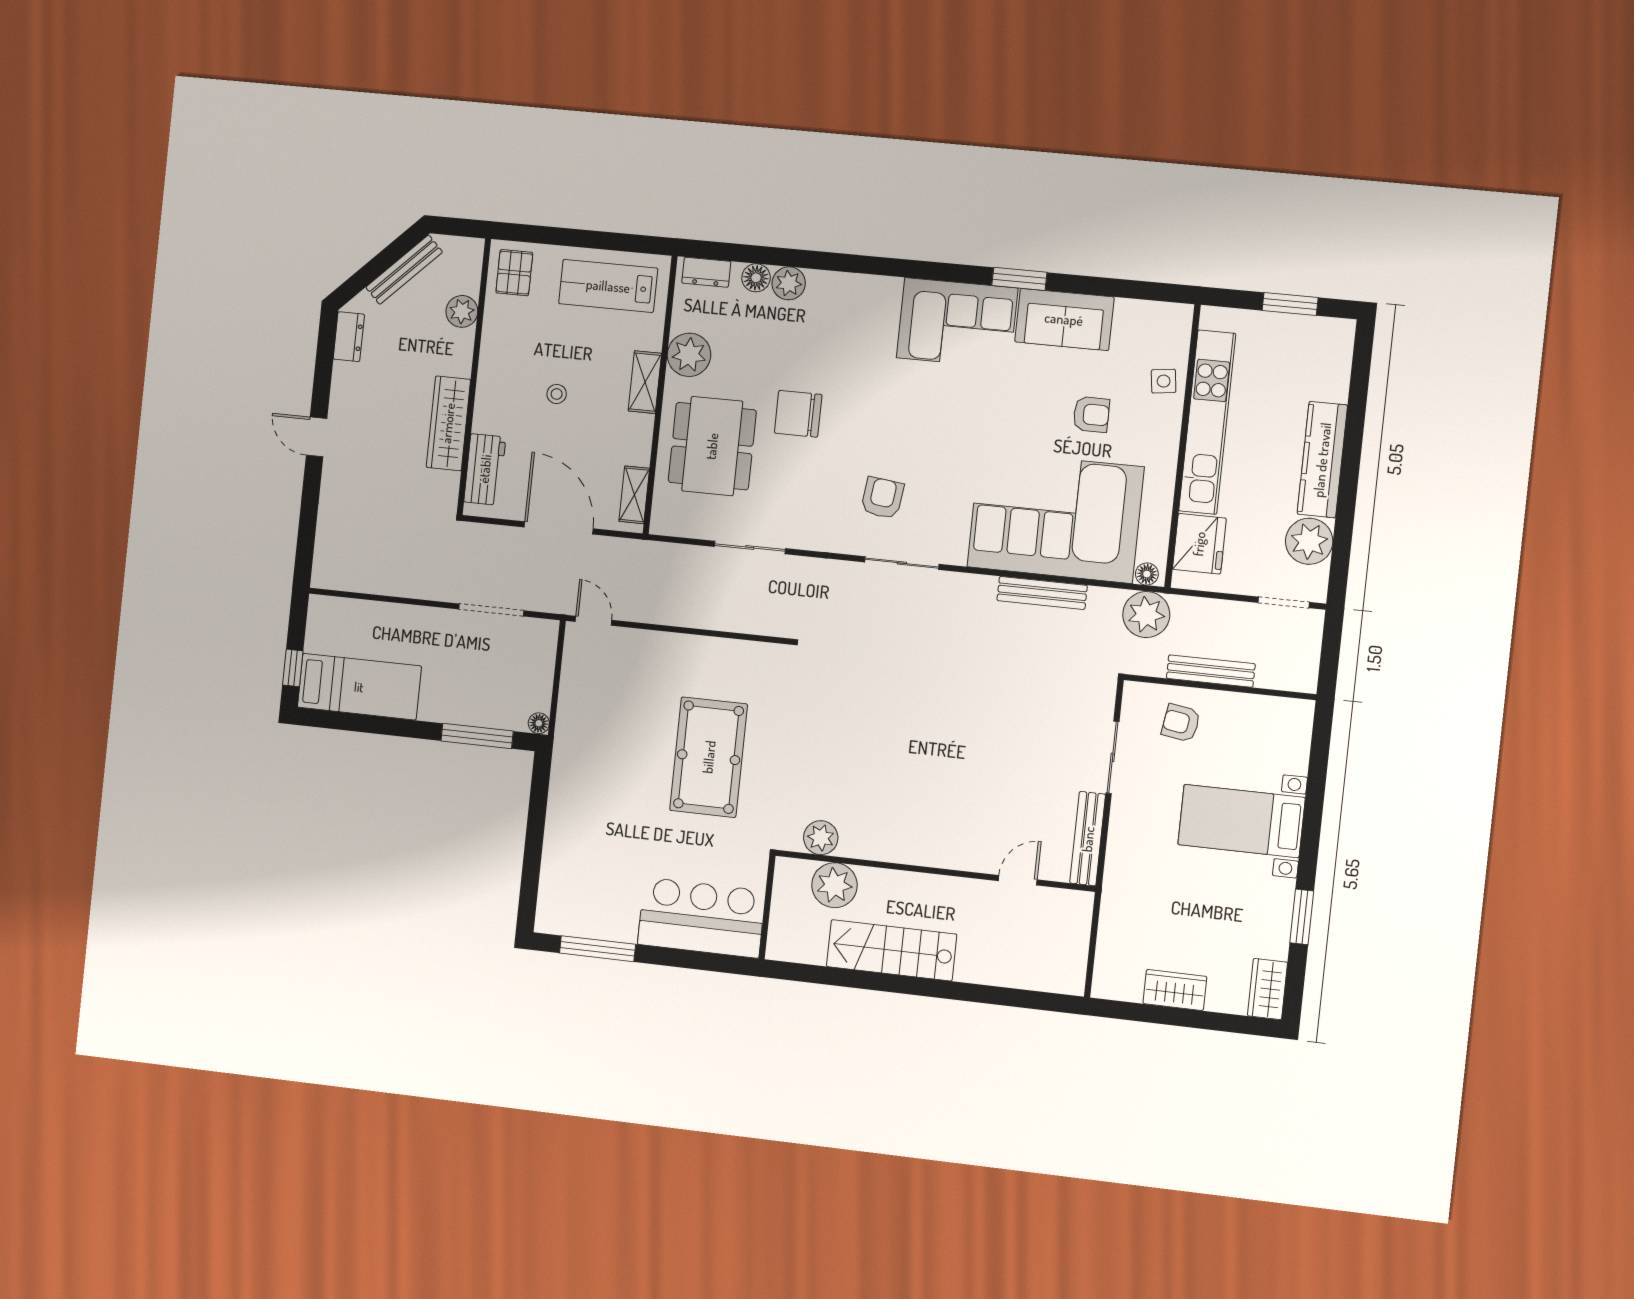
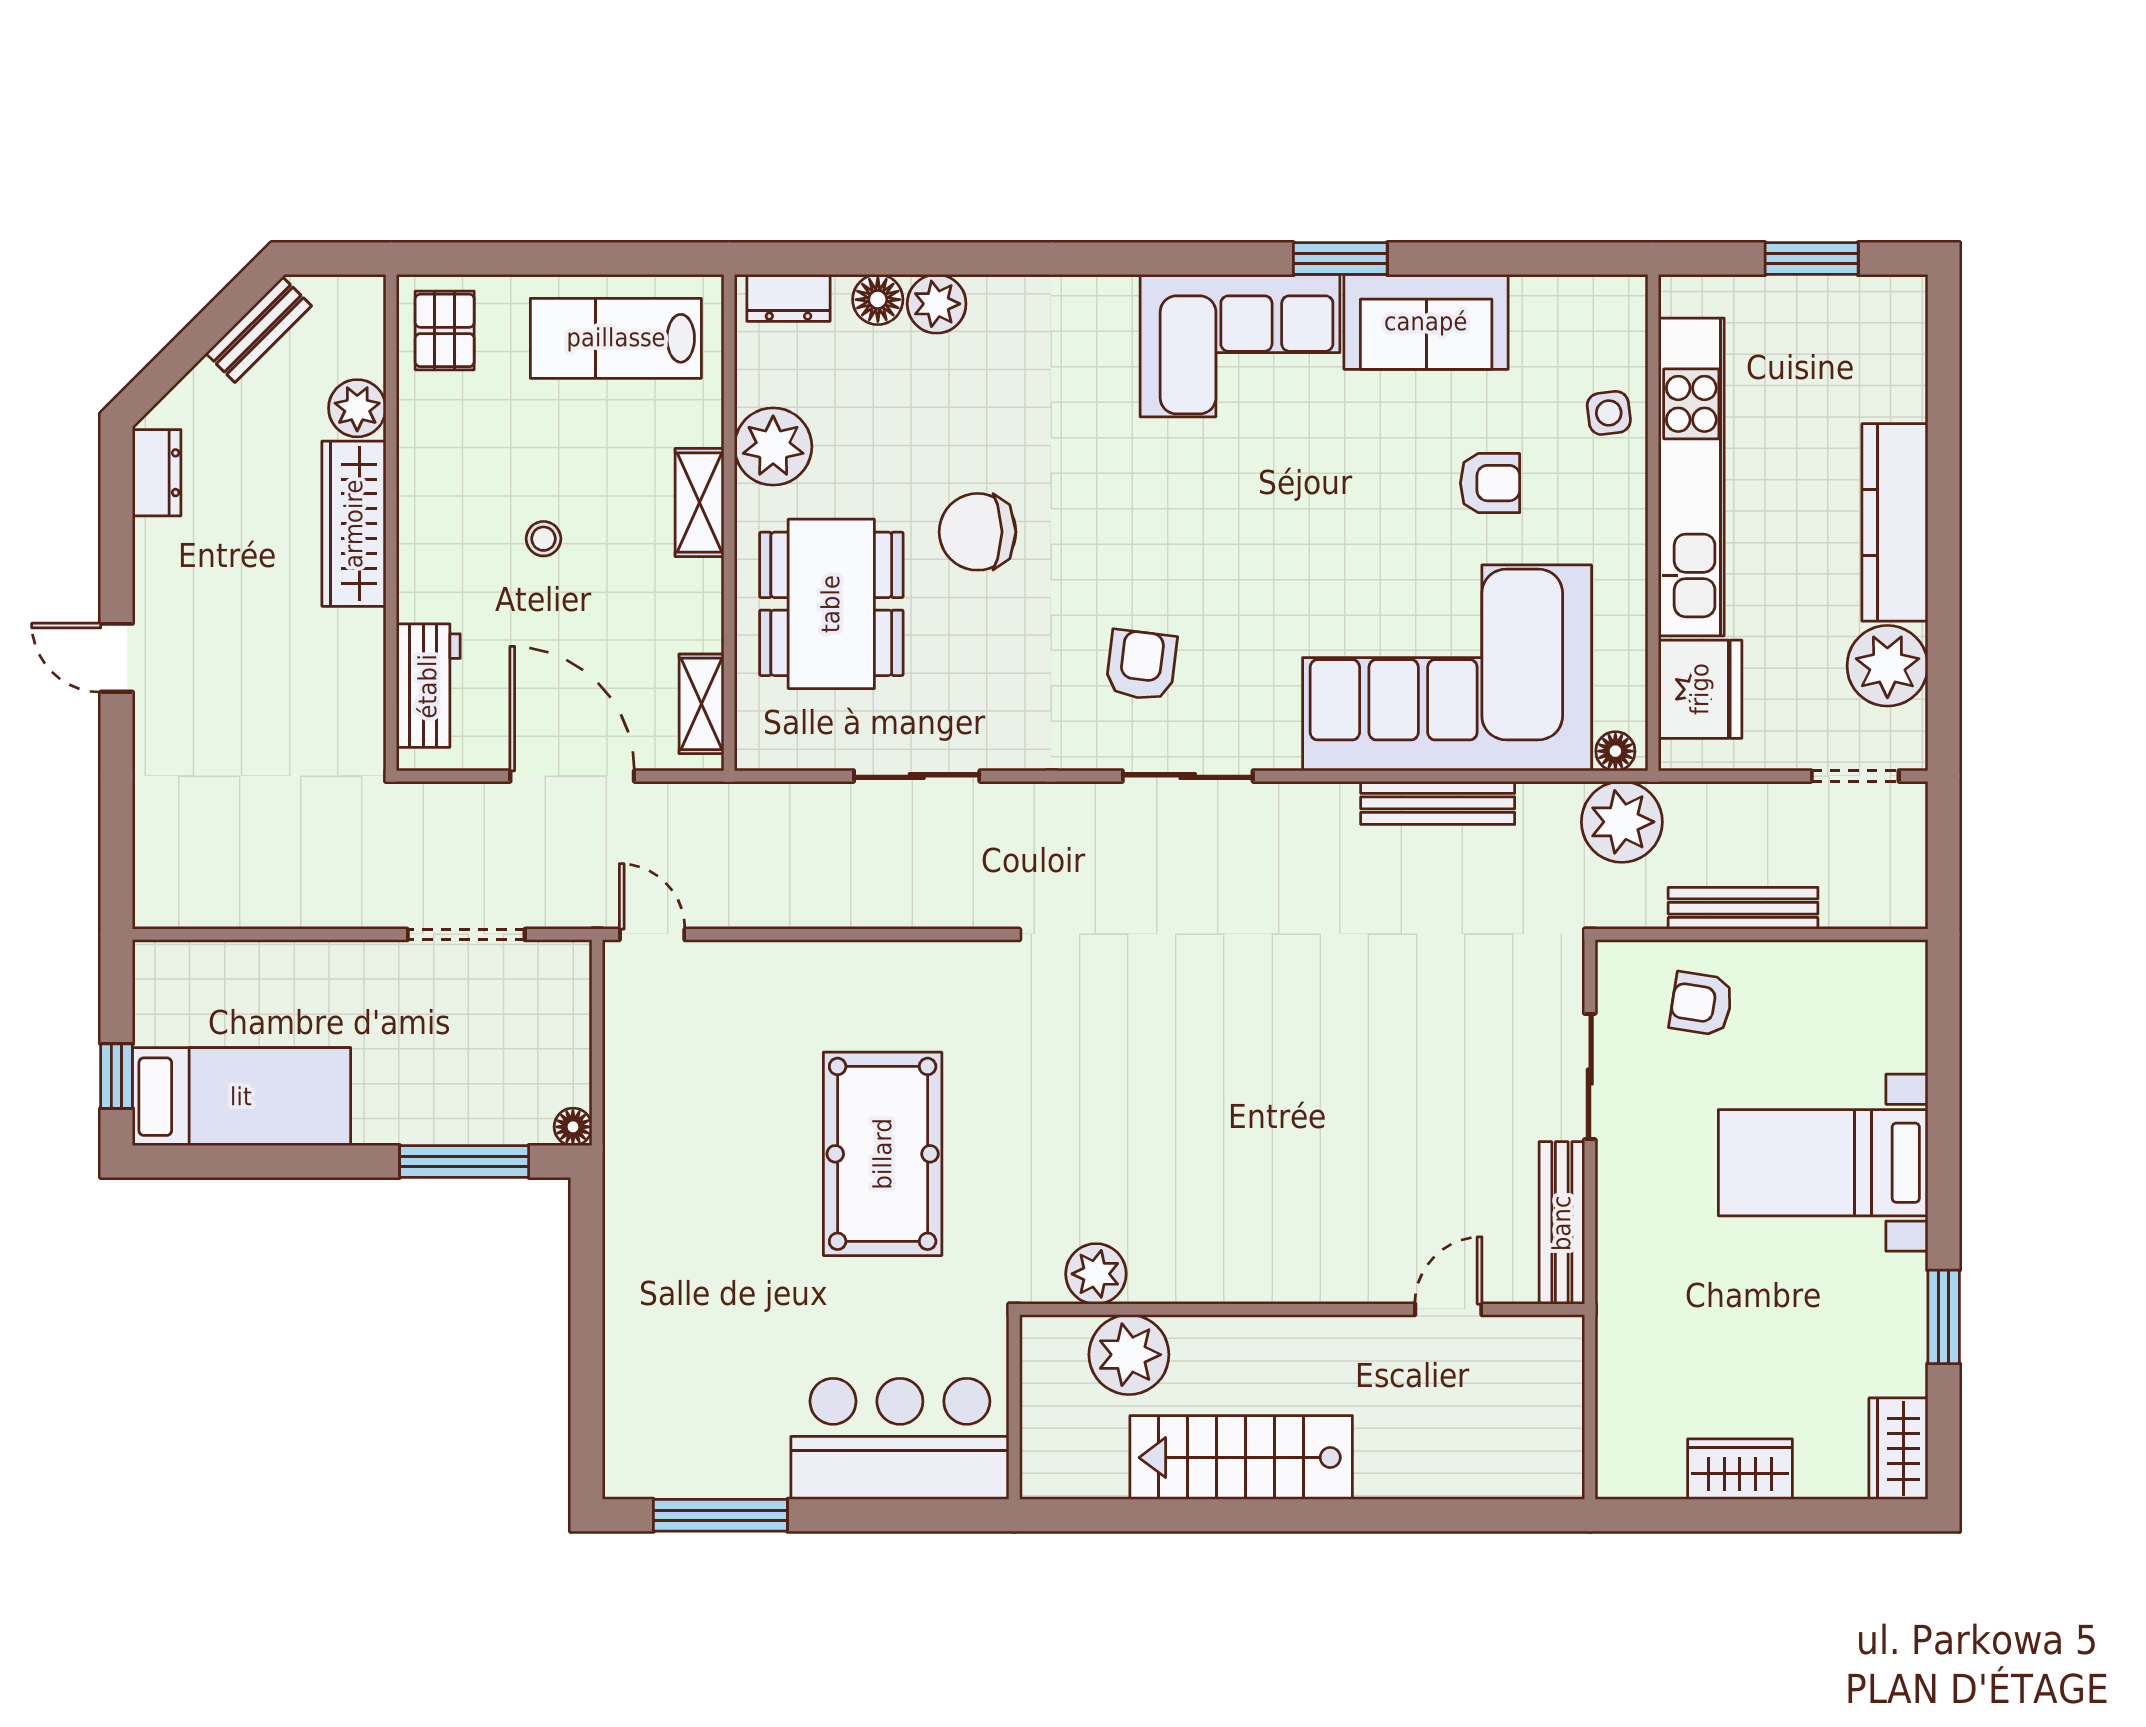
bench: (404, 270) -> (259, 330), width x0.73
wardrobe: (448, 423) -> (354, 524), moved

